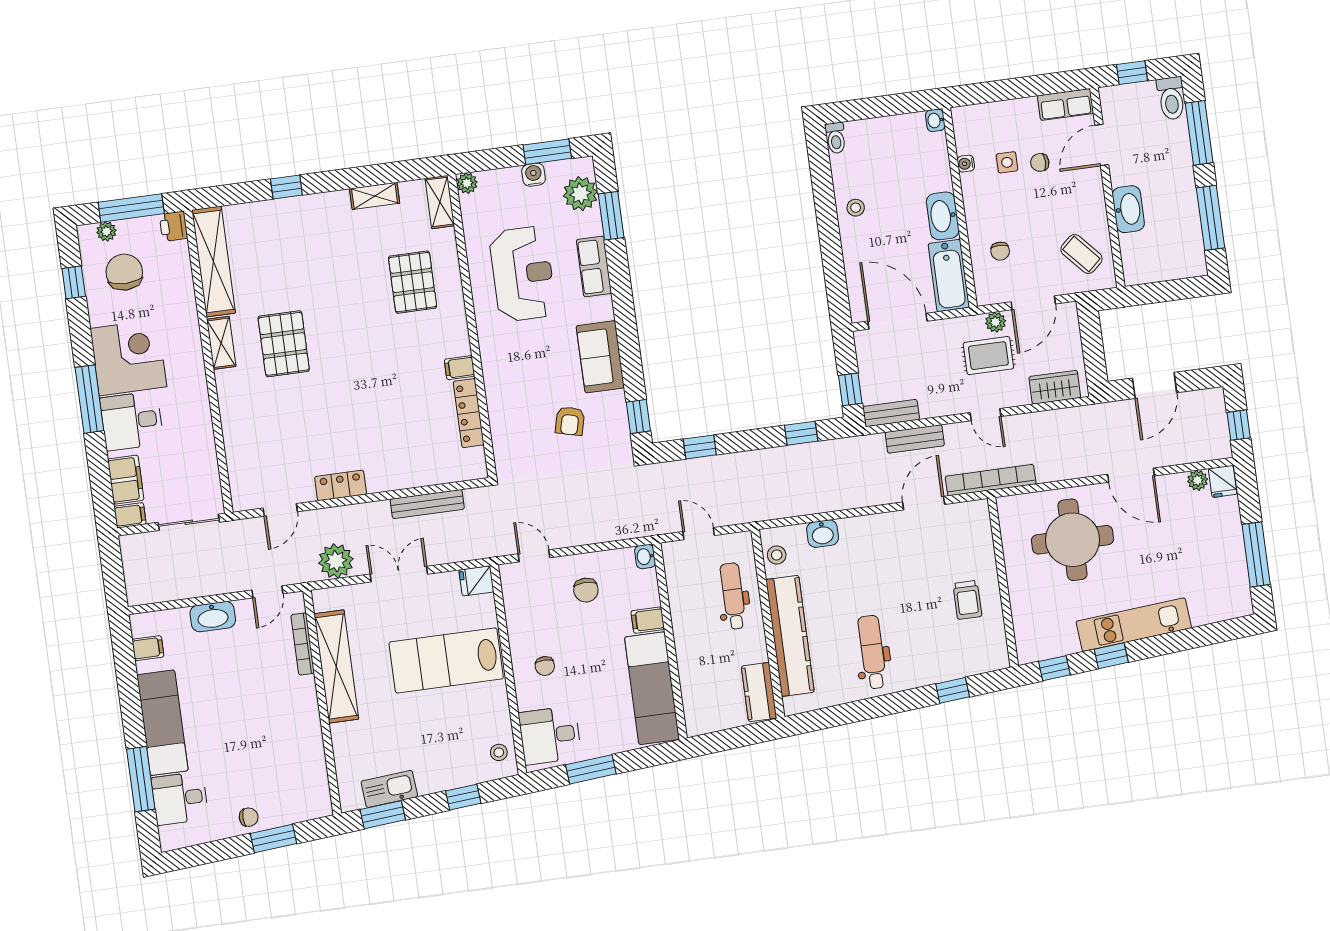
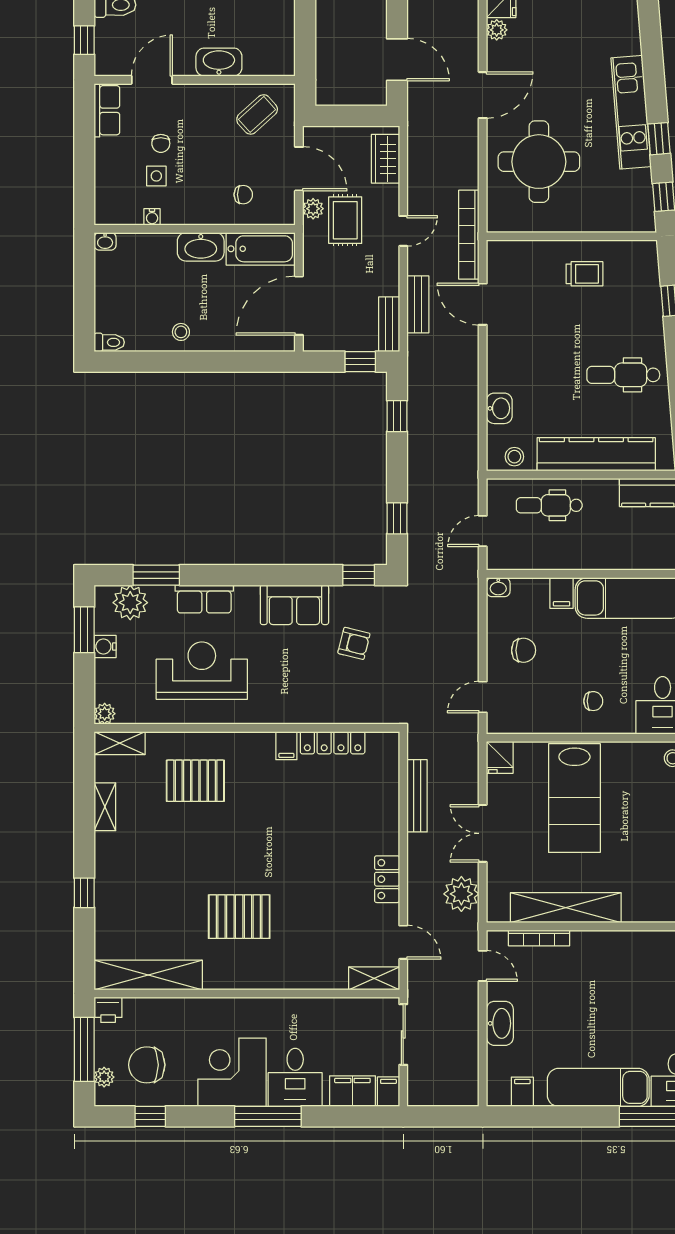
door: (1102, 145) -> (152, 80), swing flipped
shelving: (221, 343) -> (374, 978), moved

